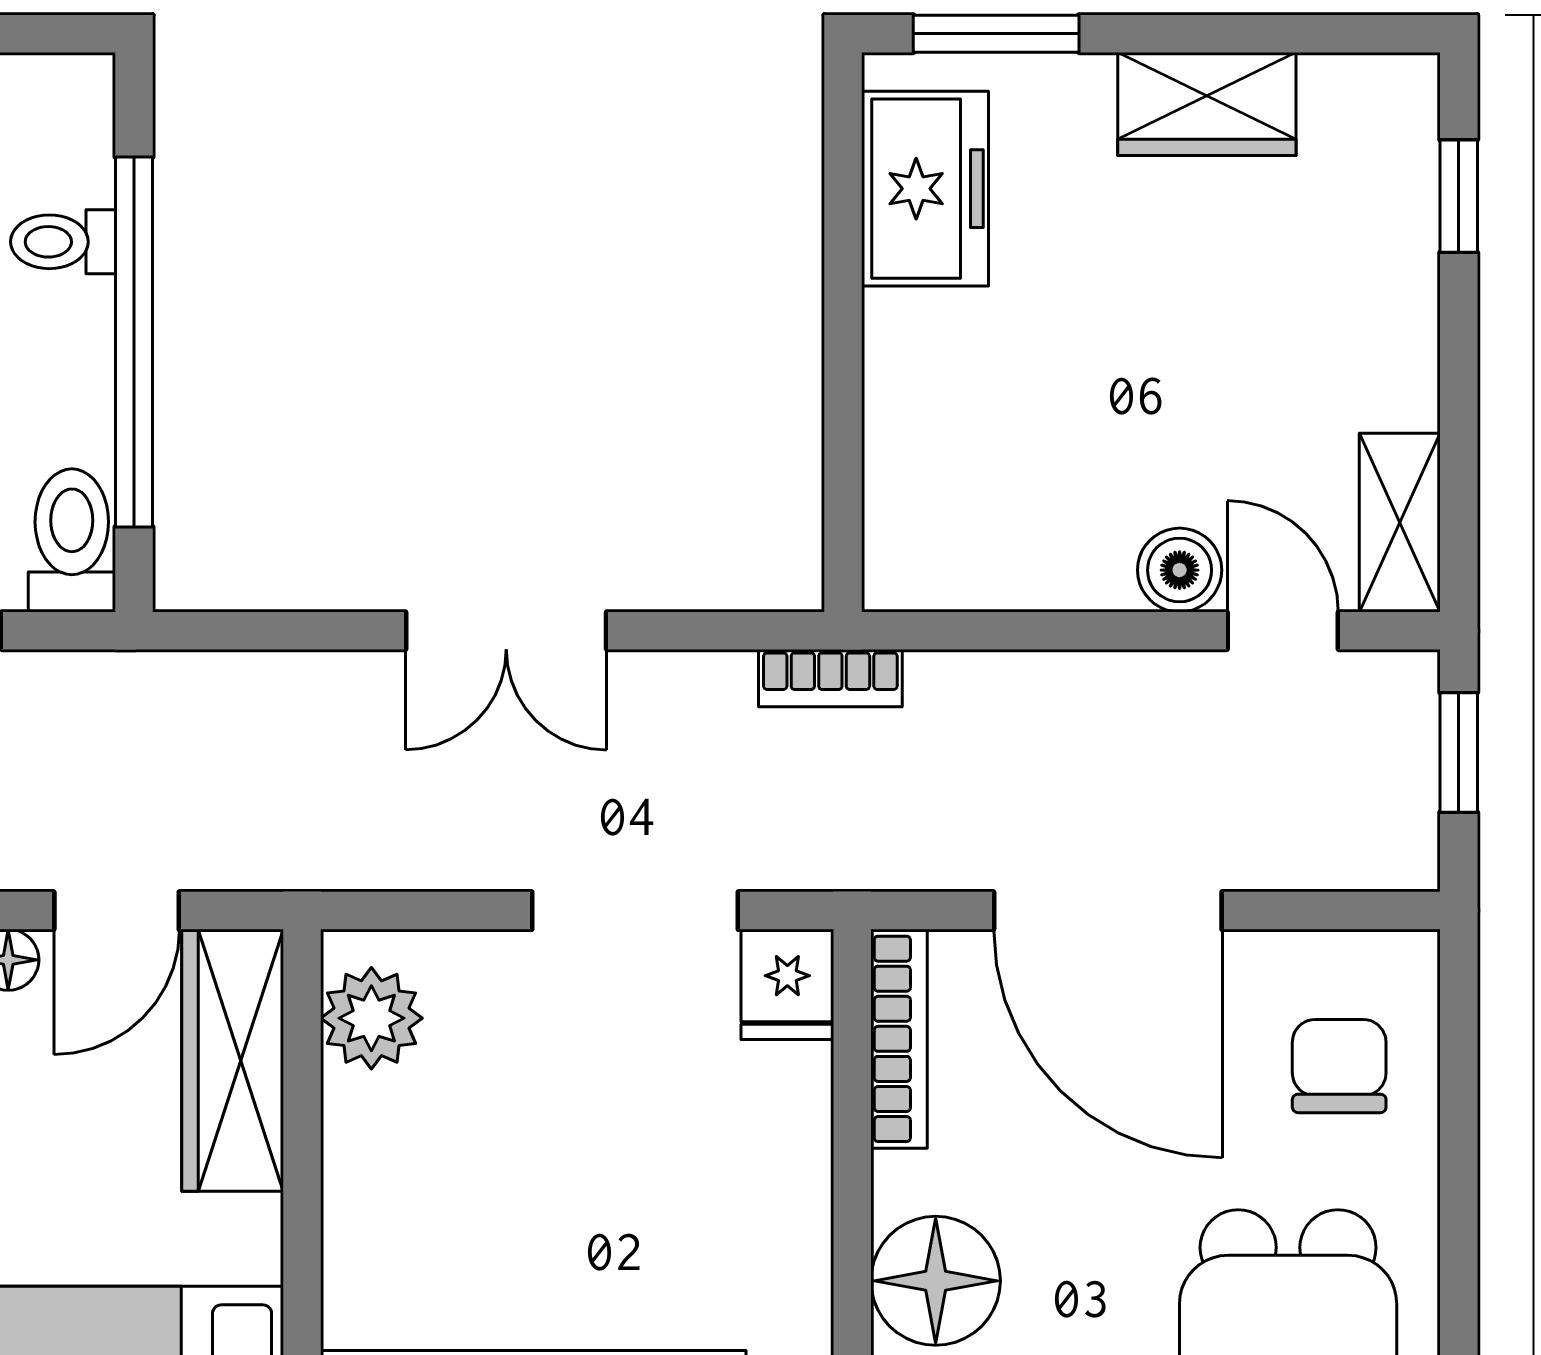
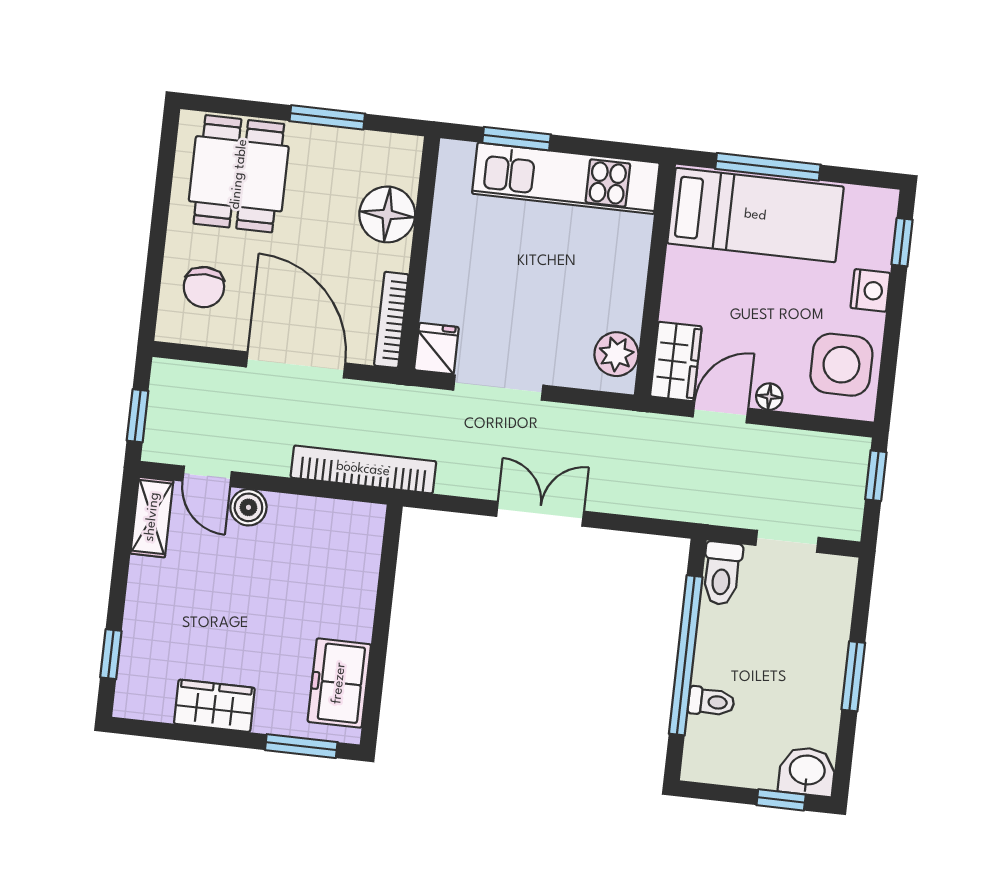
bookcase: (830, 678) -> (363, 469), width x2.31, depth x1.31
wardrobe: (233, 1060) -> (676, 361), width x0.67

